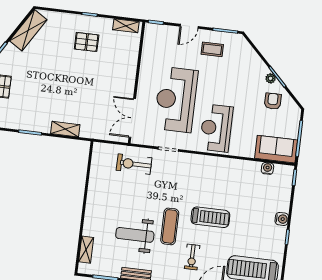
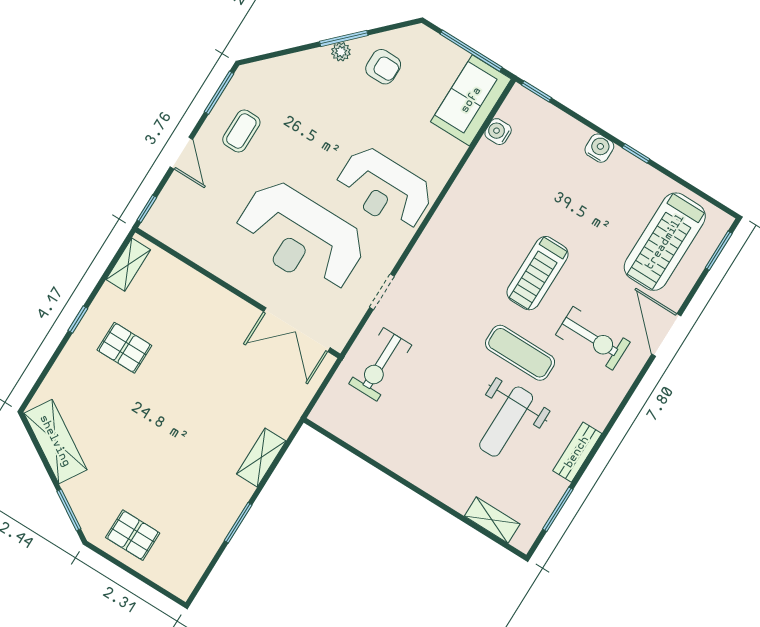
pallet: (87, 42) -> (124, 348), turned 90
armchair: (273, 101) -> (383, 67), turned 180
treadmill: (210, 217) -> (537, 273), turned 180
exercise bike: (192, 257) -> (593, 338), width x1.38, depth x1.39

